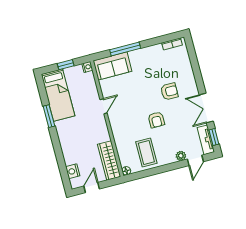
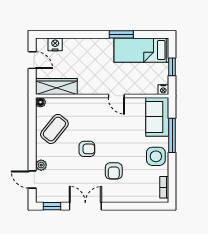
side table: (147, 58) -> (156, 156), added
armchair: (156, 120) -> (87, 149), turned 180
tv unit: (206, 140) -> (51, 197), removed
coffee table: (146, 153) -> (54, 129), turned -51

